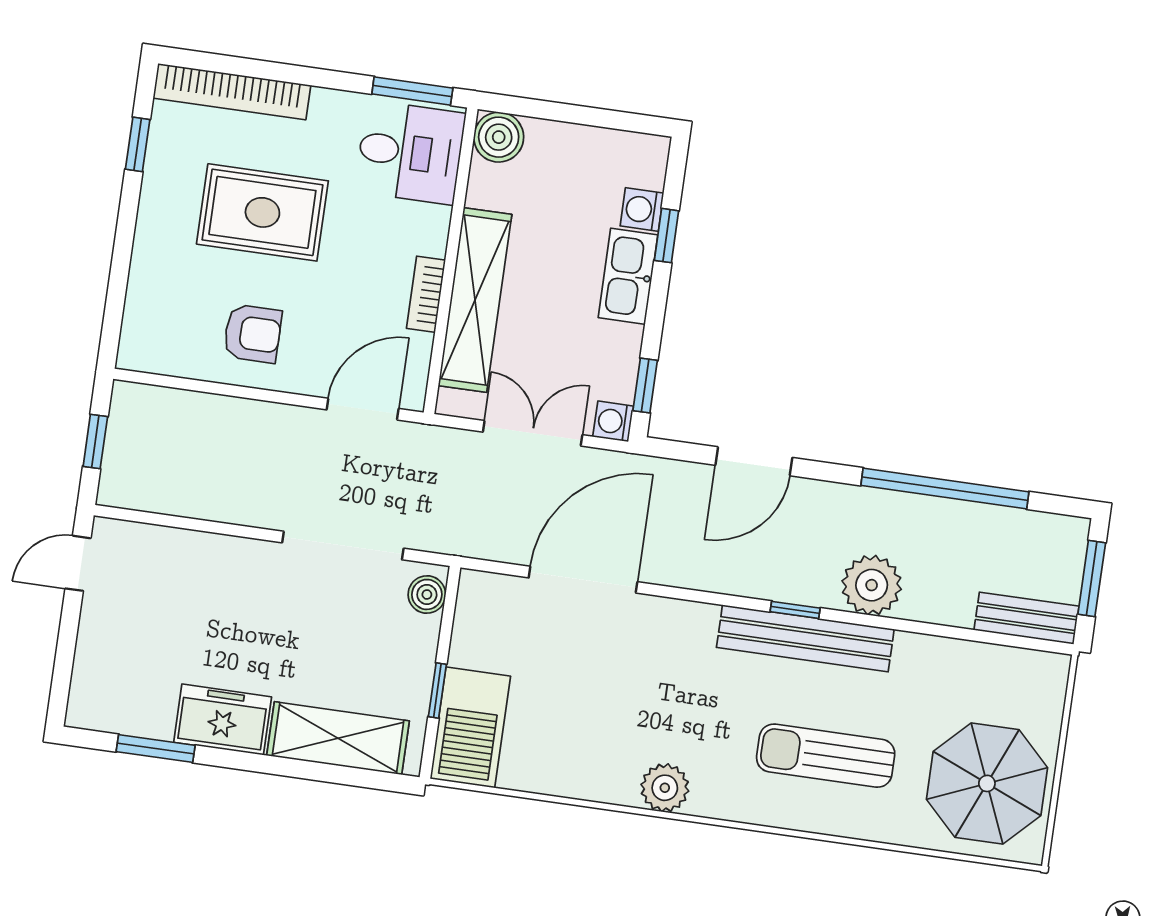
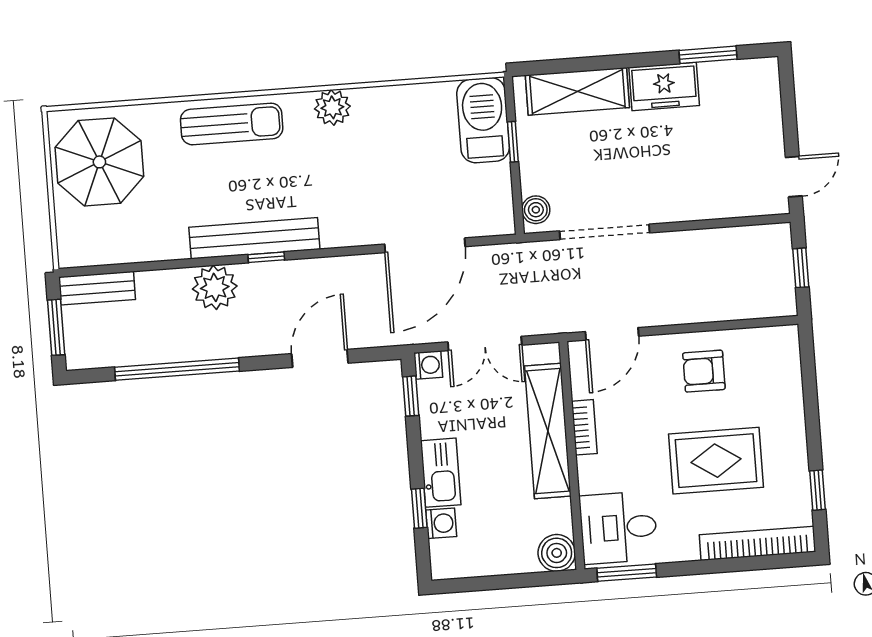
sun lounger: (826, 756) -> (232, 124), moved

